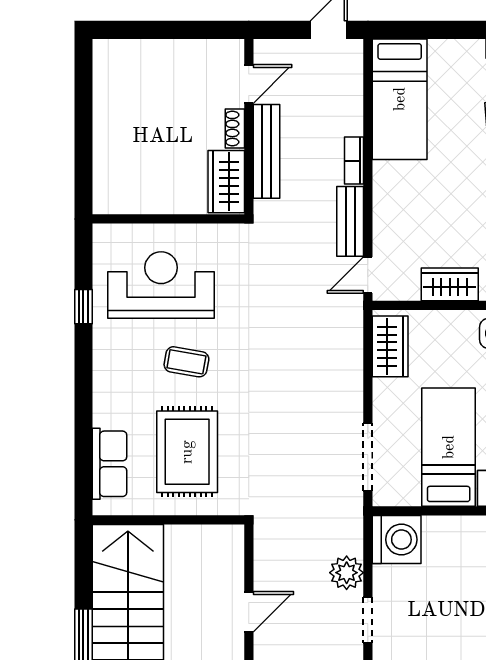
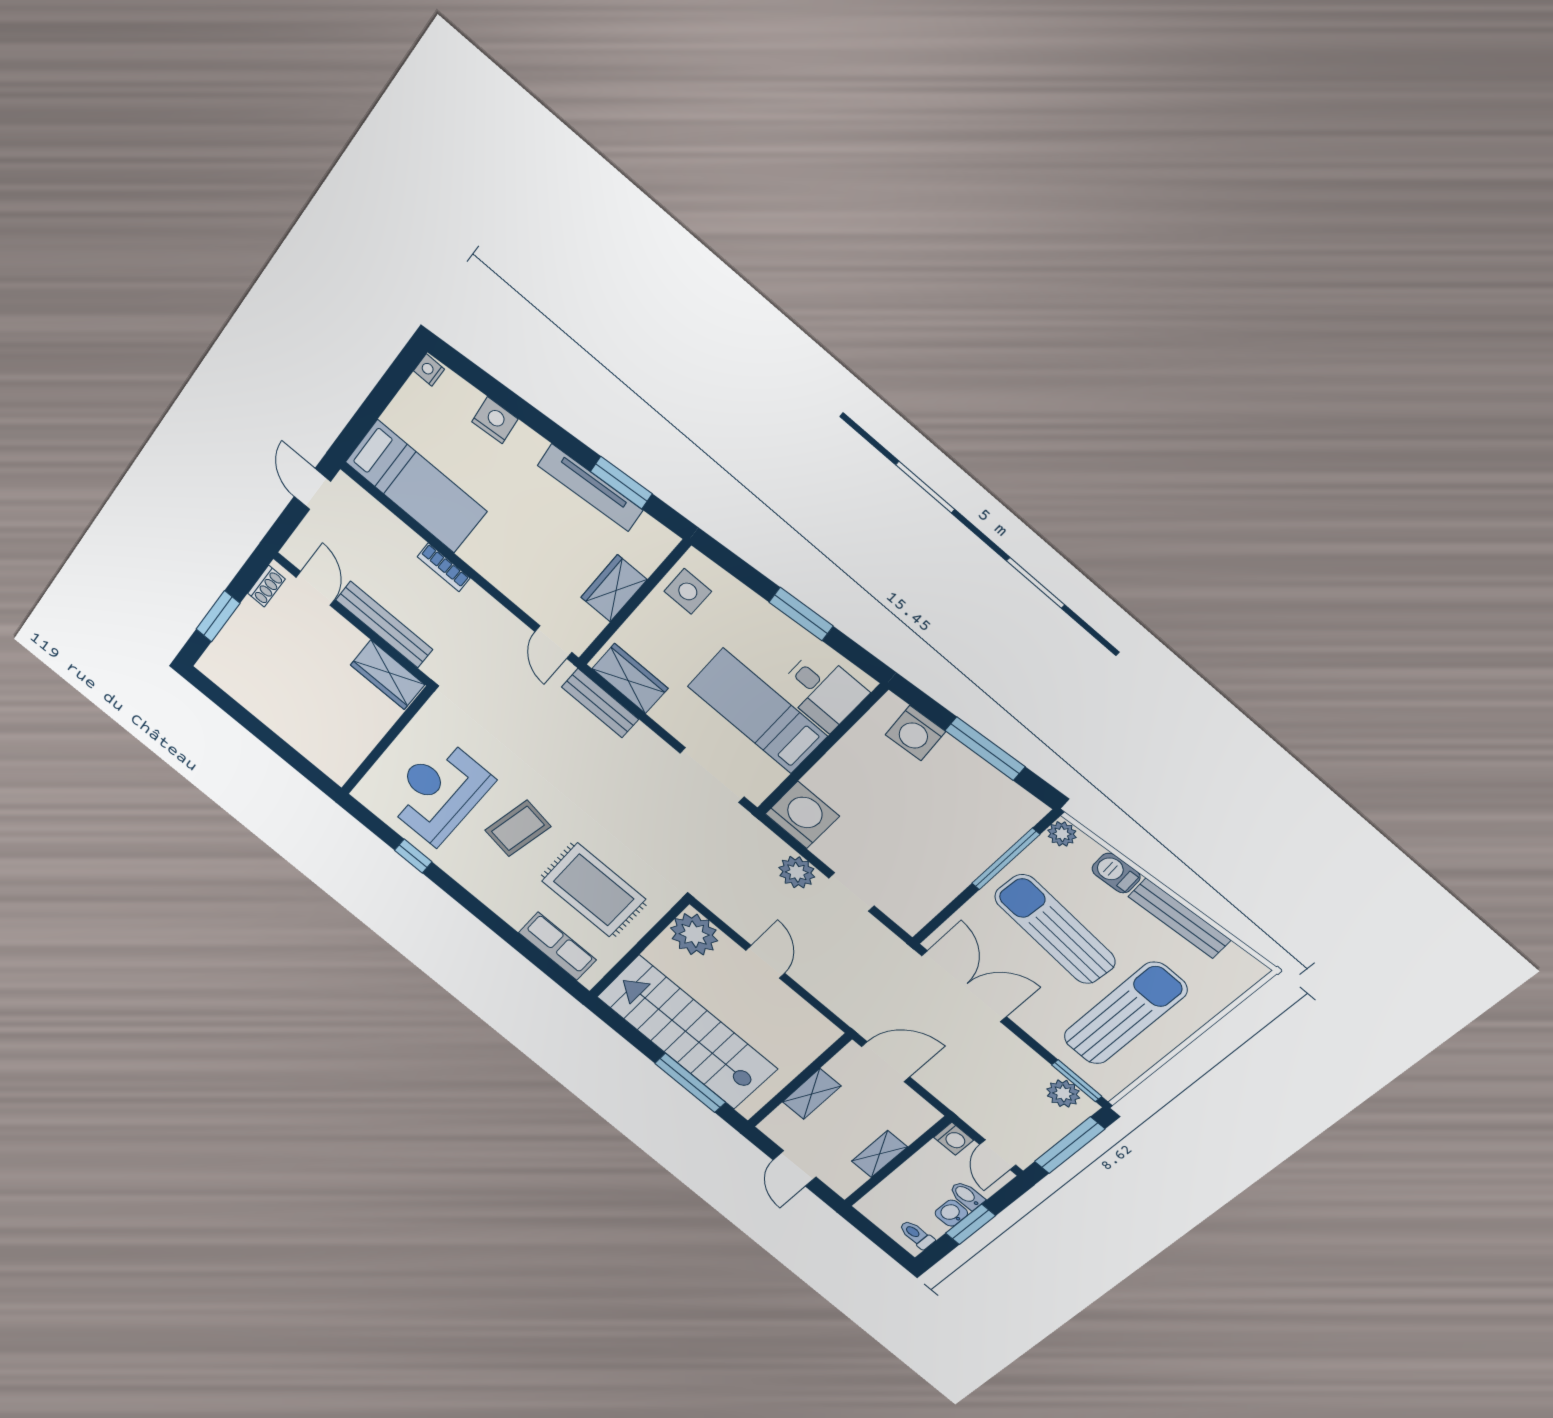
window: (155, 30) -> (218, 616), added
shoe rack: (235, 128) -> (266, 586), moved, turned -90
bench: (350, 221) -> (600, 703), moved
coffee table: (186, 362) -> (518, 828), width x1.36, depth x1.30
plant: (221, 547) -> (694, 934), added

